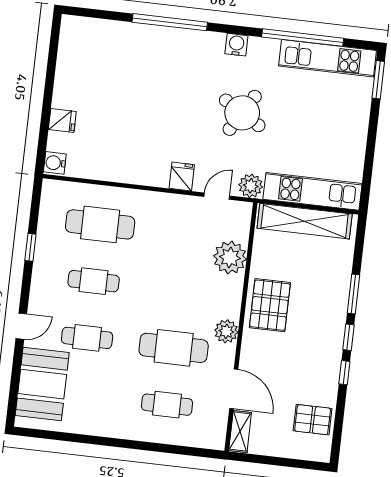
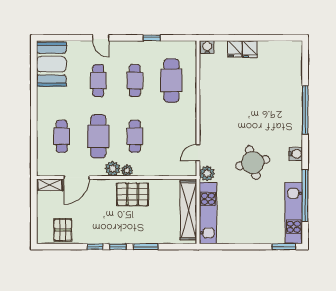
round table: (242, 113) -> (253, 163), turned 45
fridge: (182, 177) -> (250, 49), moved, turned 90
door: (217, 196) -> (198, 153), swing flipped
plant: (230, 258) -> (127, 170), moved, width x0.53, depth x0.53
cafe table: (180, 291) -> (135, 136), added
booth: (42, 384) -> (51, 64), moved, turned 90

